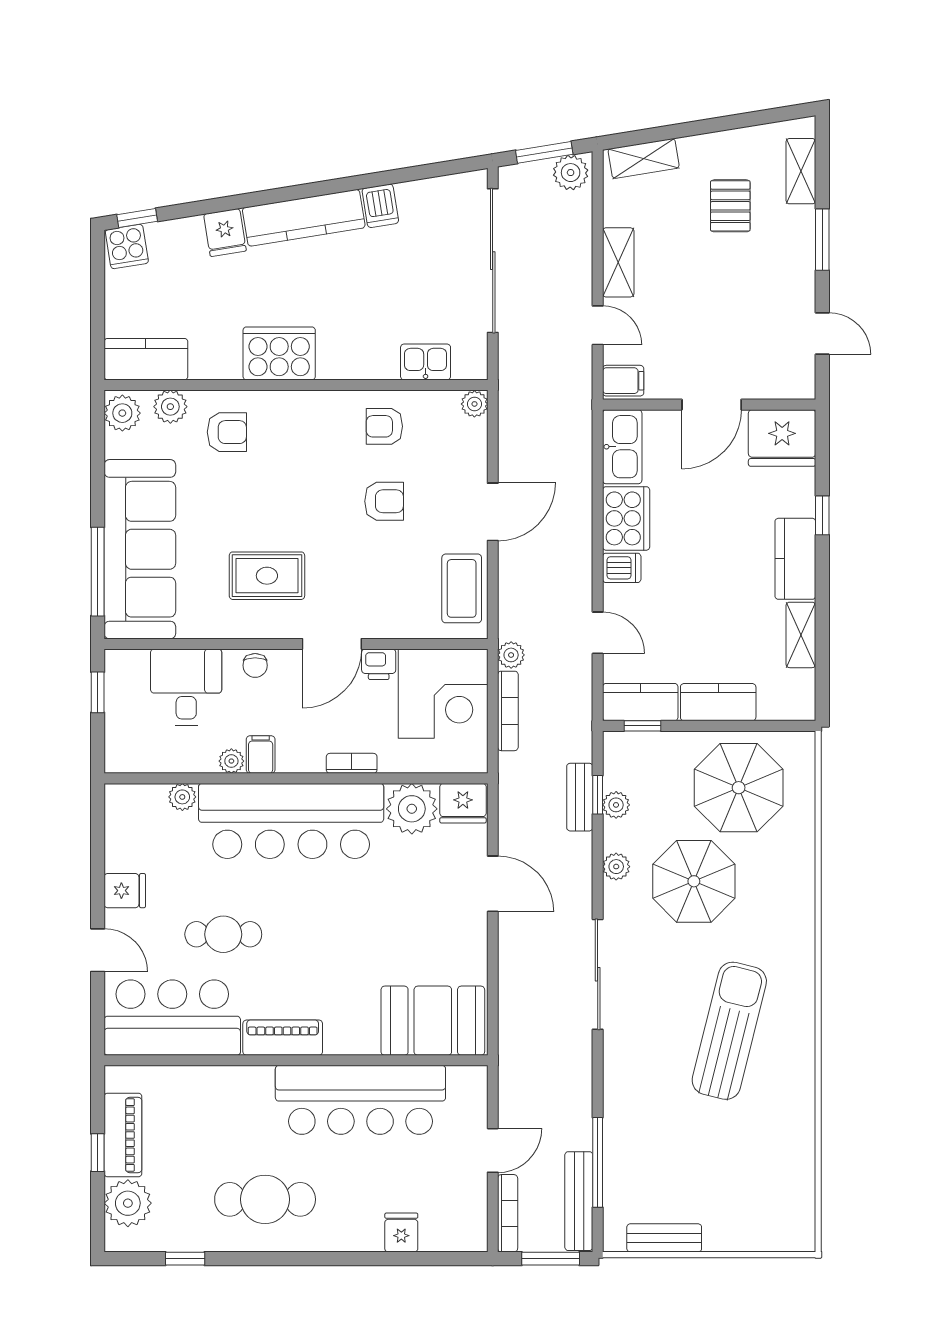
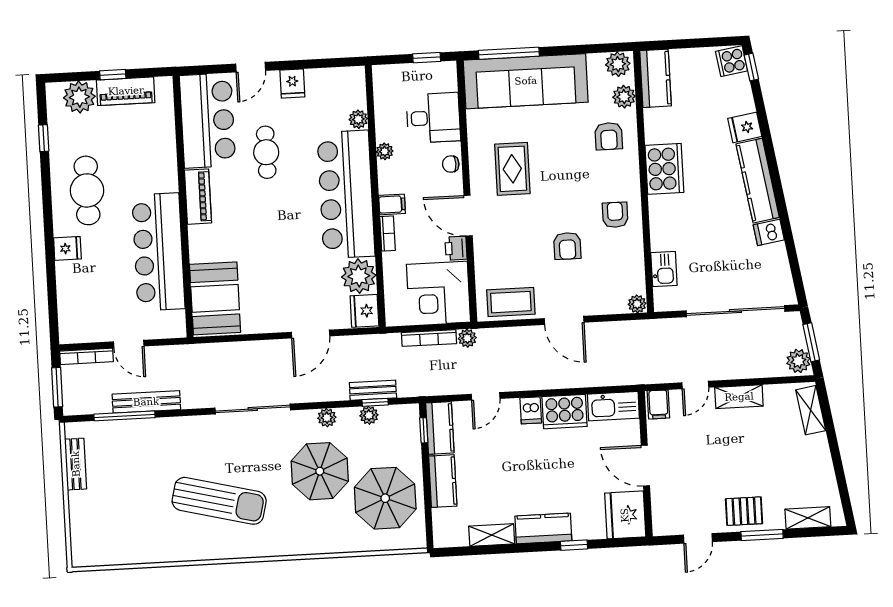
pallet: (730, 206) -> (744, 511), moved
armchair: (384, 426) -> (615, 215), moved
filing cabinet: (261, 755) -> (392, 204), moved
bench: (579, 1201) -> (146, 402), moved
fridge: (401, 1233) -> (67, 248), moved

